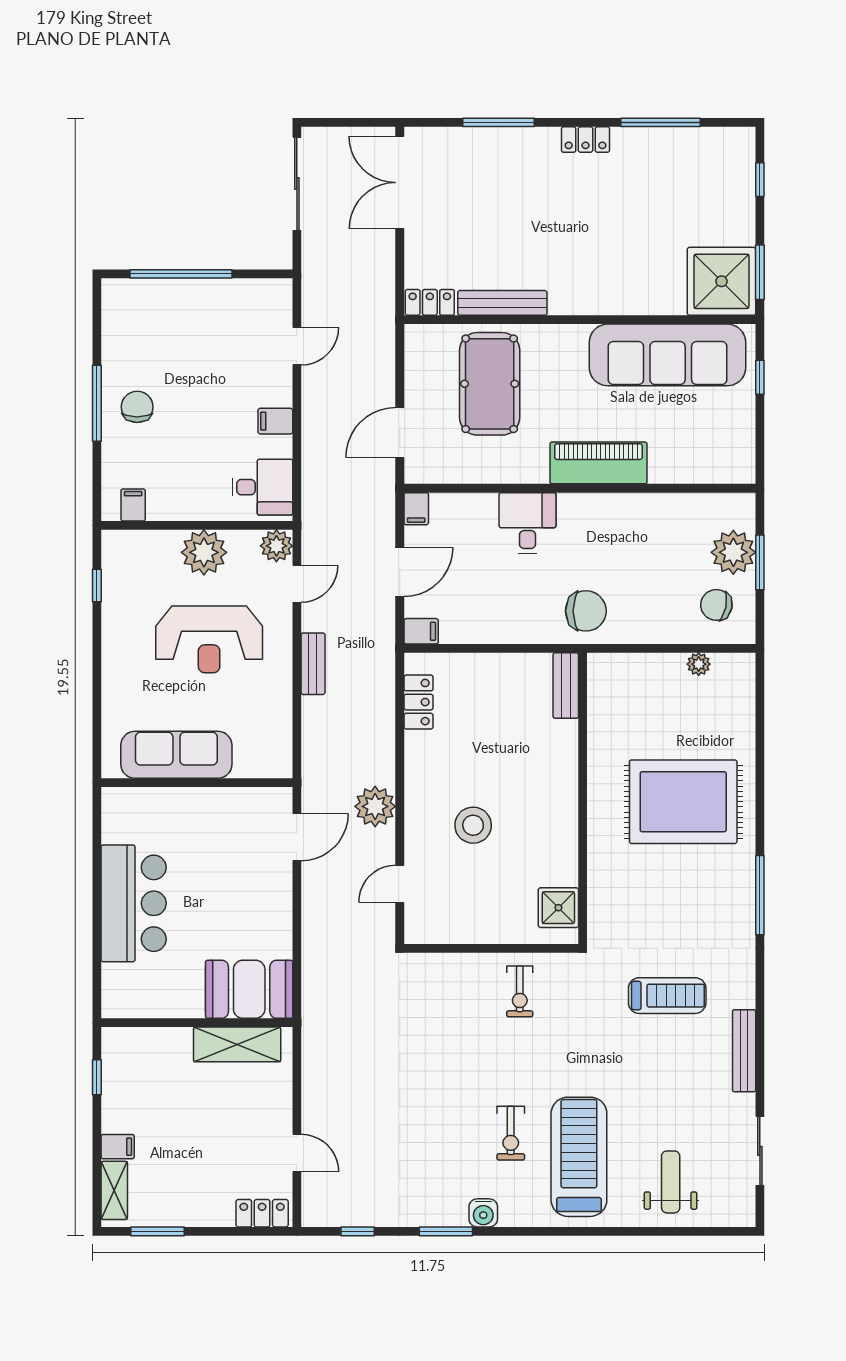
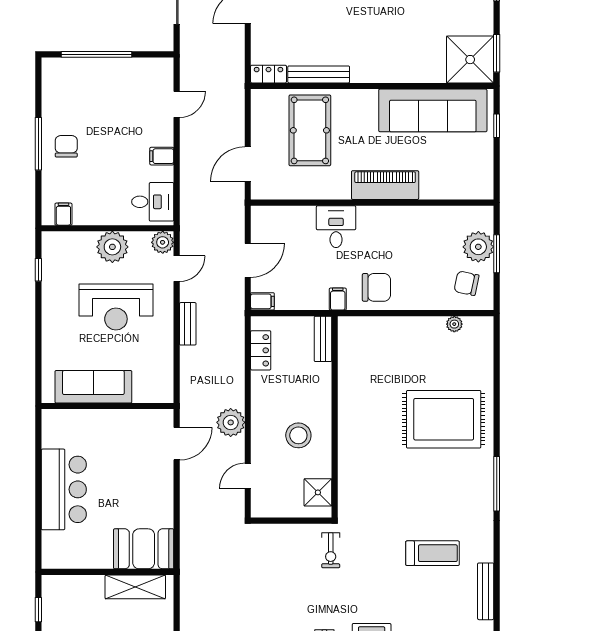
filing cabinet: (416, 509) -> (338, 299), moved, turned 180
bench: (566, 686) -> (323, 339), moved
wall: (583, 798) -> (335, 417), moved
shower: (558, 908) -> (318, 492), moved

